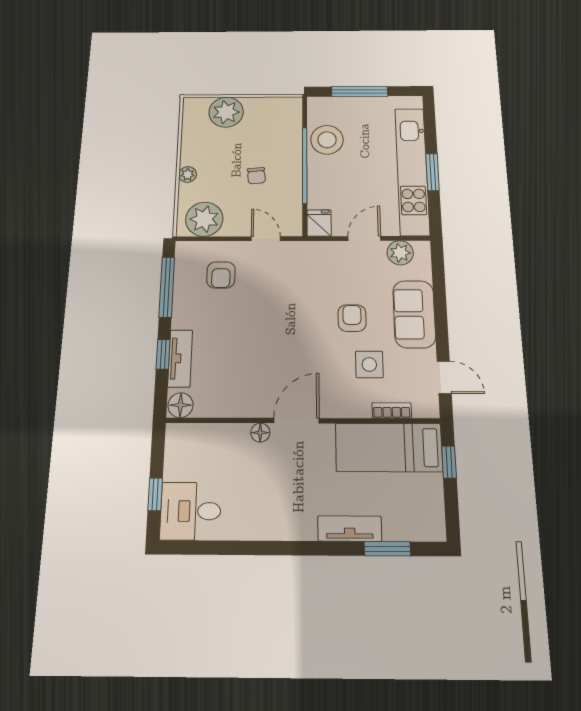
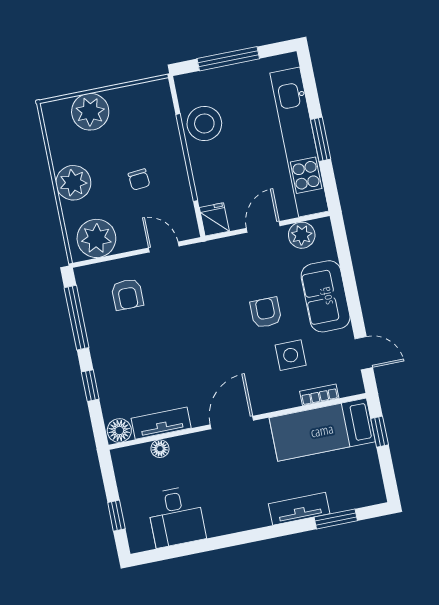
plant: (188, 175) -> (73, 183), width x1.88, depth x1.88
tv unit: (180, 358) -> (161, 423), moved, turned -90
floor lamp: (260, 433) -> (160, 449), moved
desk: (191, 511) -> (176, 517), moved, turned -90

